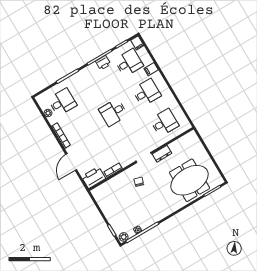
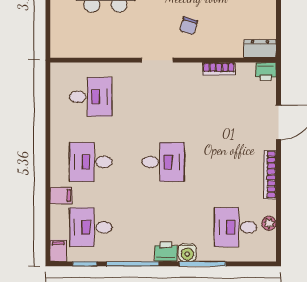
printer: (103, 63) -> (166, 252), moved
water cooler: (77, 77) -> (187, 253), added
desk: (164, 123) -> (91, 97), turned 180
dresser: (162, 154) -> (260, 49), moved
printer: (94, 177) -> (266, 72), width x0.53, depth x0.68

